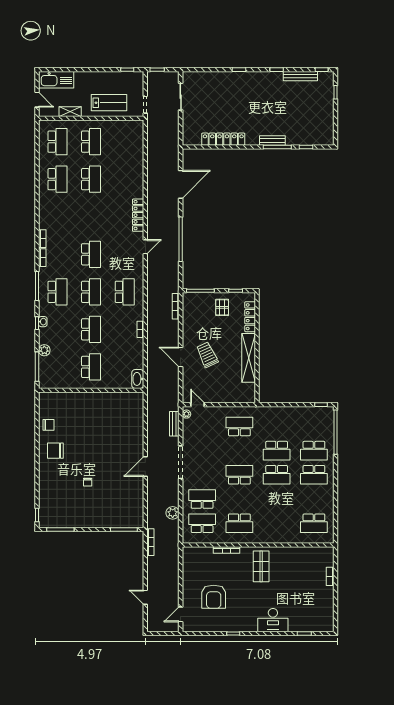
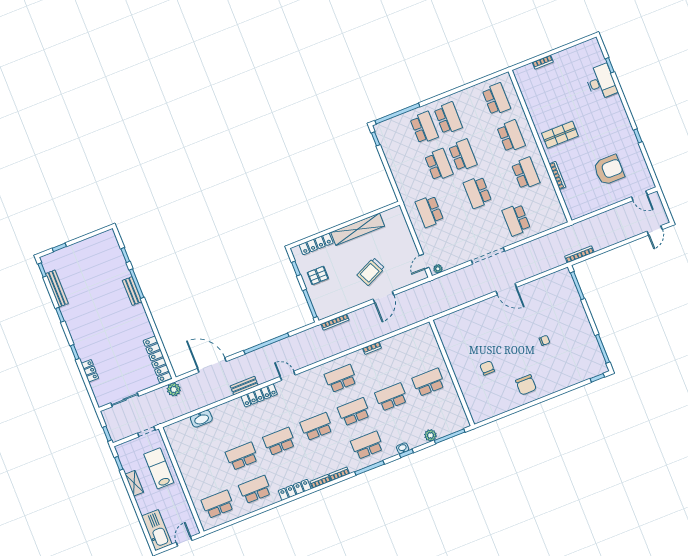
locker: (218, 76) -> (90, 371), added
shelving: (70, 112) -> (134, 483), moved
locker: (223, 139) -> (158, 359), moved
school desk: (91, 142) -> (279, 441), moved
locker: (44, 213) -> (295, 490), added
washbasin: (138, 379) -> (201, 419), moved
bench: (174, 424) -> (244, 386), moved
chair: (49, 425) -> (487, 368), moved
plant: (173, 513) -> (174, 389), moved
school desk: (202, 523) -> (511, 136), moved, turned 180
door: (145, 597) -> (655, 230), moved
desk: (273, 620) -> (601, 82), moved

